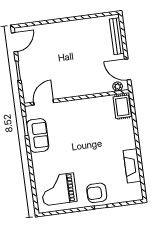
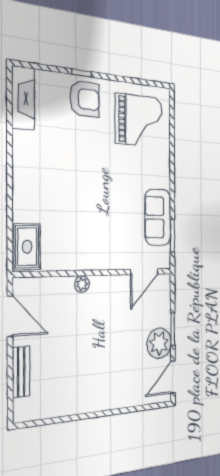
bench: (117, 36) -> (21, 372), width x0.73
plant: (27, 62) -> (159, 343), added
plant: (118, 87) -> (82, 284), moved
fireplace: (132, 166) -> (23, 98), moved

